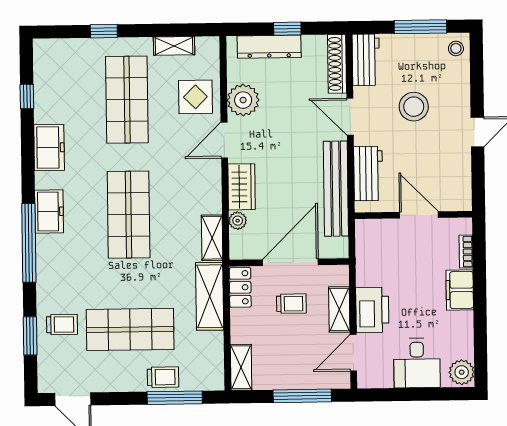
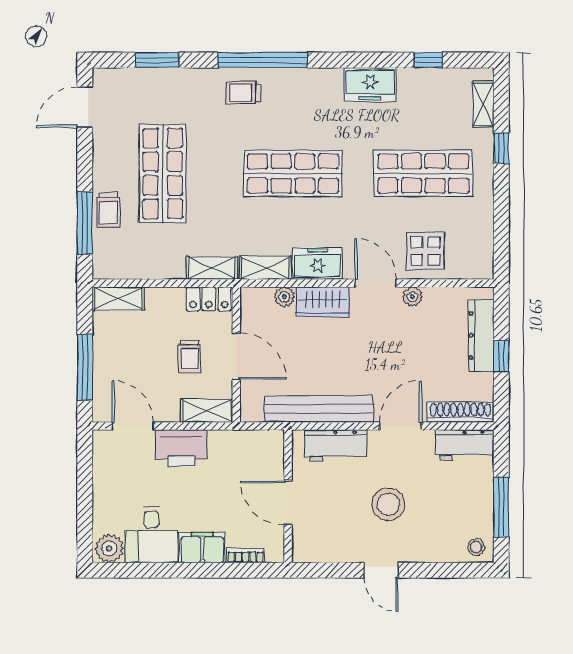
shelving: (174, 46) -> (483, 104), moved
plant: (243, 100) -> (412, 297), width x0.53, depth x0.53
stool: (414, 107) -> (388, 504), moved
freezer: (49, 211) -> (318, 263), moved, turned 180
door: (419, 215) -> (288, 503), swing flipped
door: (290, 262) -> (236, 356), width x0.73
shelving: (210, 296) -> (212, 268), width x0.67, depth x0.75
shelving: (339, 309) -> (207, 411), moved
trolley: (62, 325) -> (243, 93), moved, turned 90
desk: (417, 363) -> (151, 535), moved, turned -90

